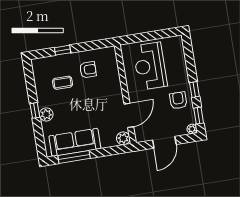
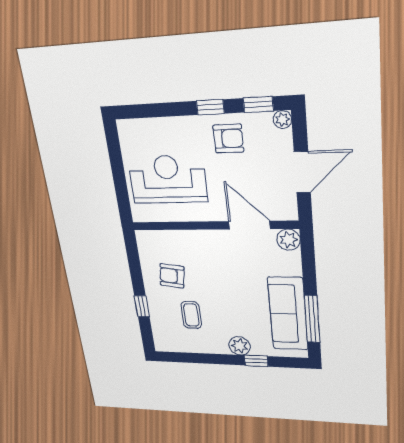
reception desk: (150, 66) -> (168, 179), turned 180
armchair: (88, 70) -> (172, 276), turned -82
armchair: (178, 100) -> (228, 139), turned 180
window: (35, 110) -> (256, 361), moved
door: (164, 142) -> (302, 172), hinge flipped

